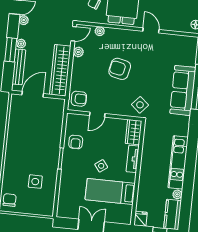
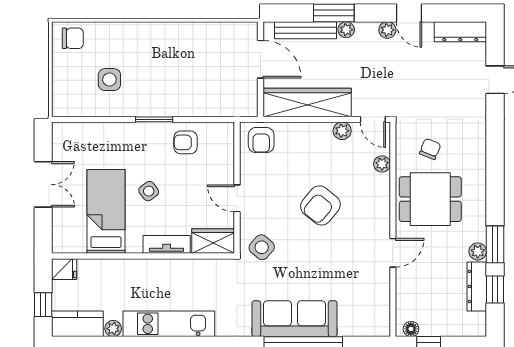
armchair: (120, 69) -> (320, 205), turned -153
door: (97, 115) -> (237, 198), moved

